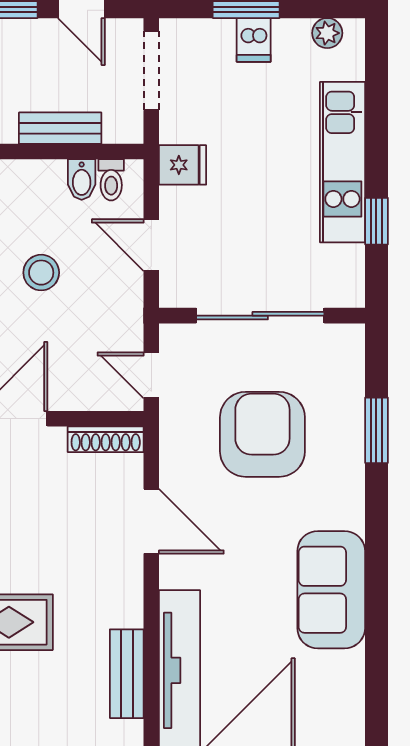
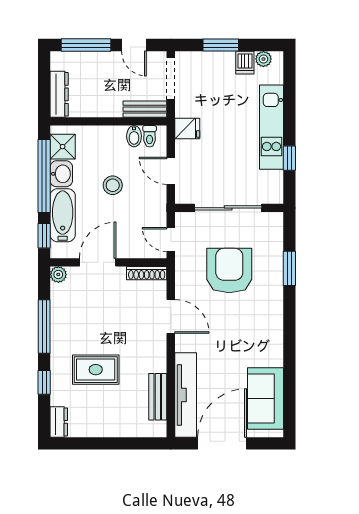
dishwasher: (254, 40) -> (245, 63), moved
bench: (60, 128) -> (145, 109), moved
sofa: (331, 590) -> (266, 398), moved

